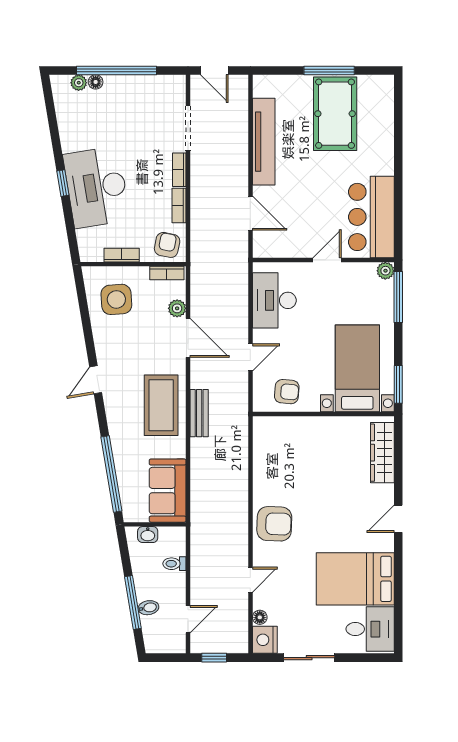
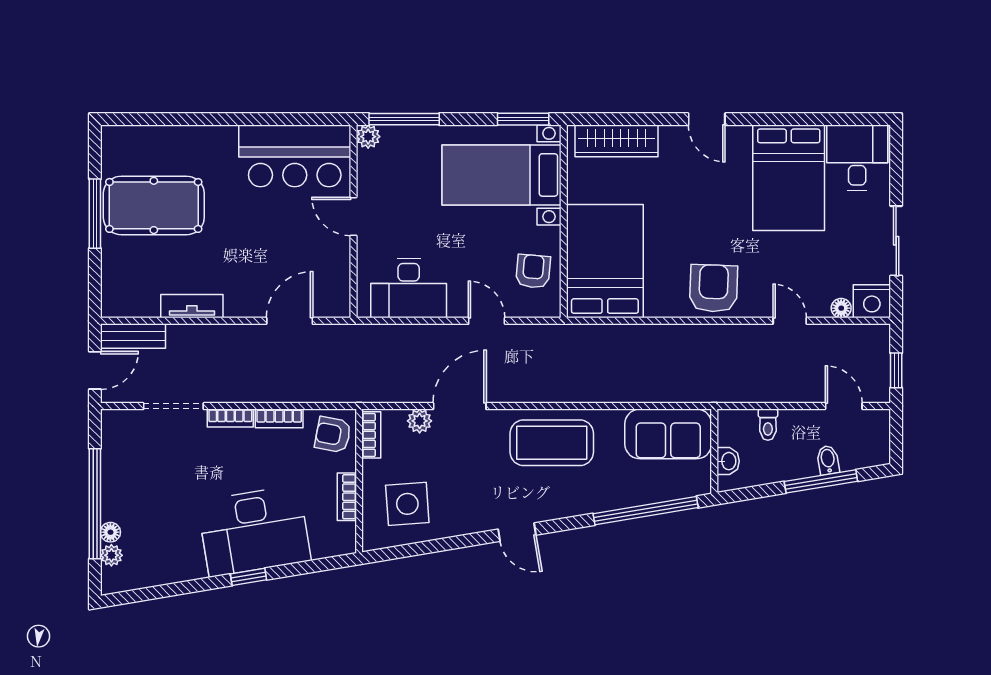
tv unit: (264, 142) -> (192, 306), width x0.52, depth x0.78
bench: (199, 413) -> (133, 336), moved
bed: (294, 444) -> (605, 261), added

